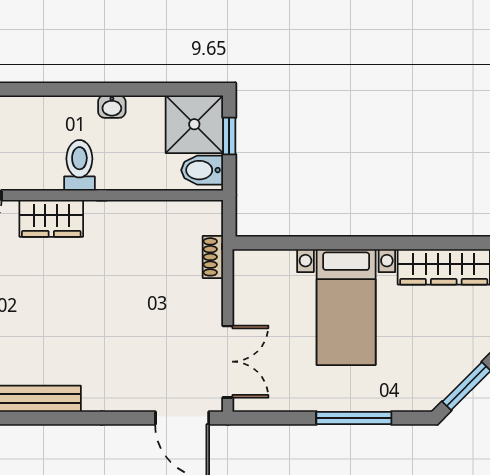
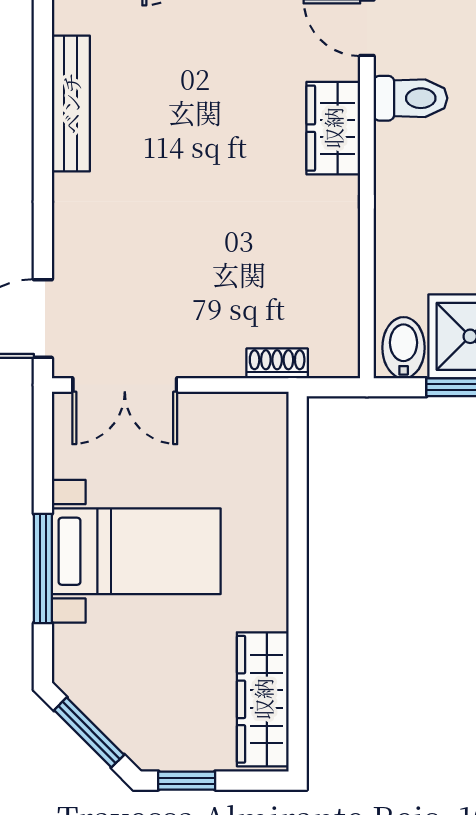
toilet: (79, 165) -> (410, 98), moved
bed with nightstands: (346, 307) -> (136, 551), moved, turned 180

